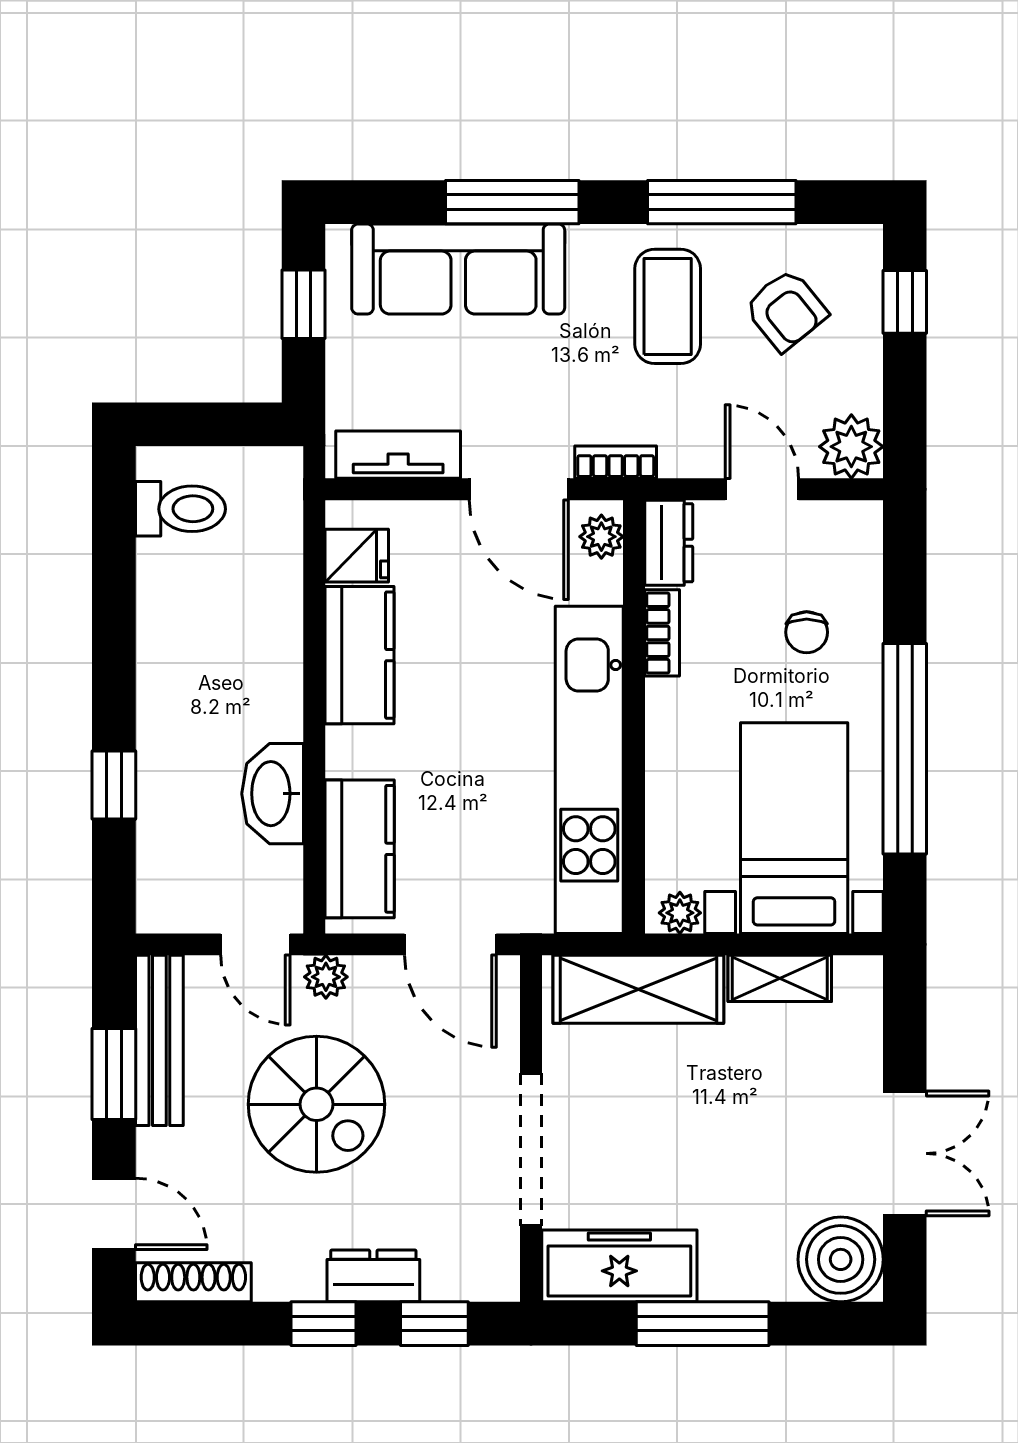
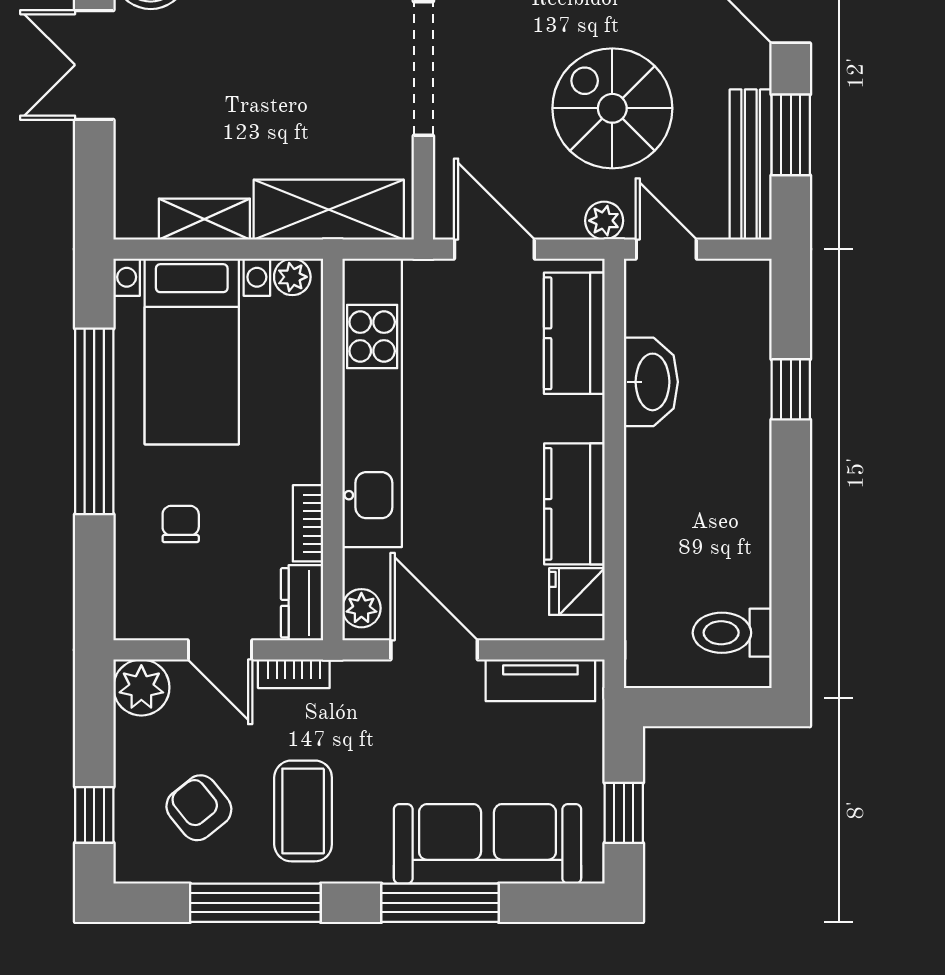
bookcase: (616, 462) -> (294, 674), moved

